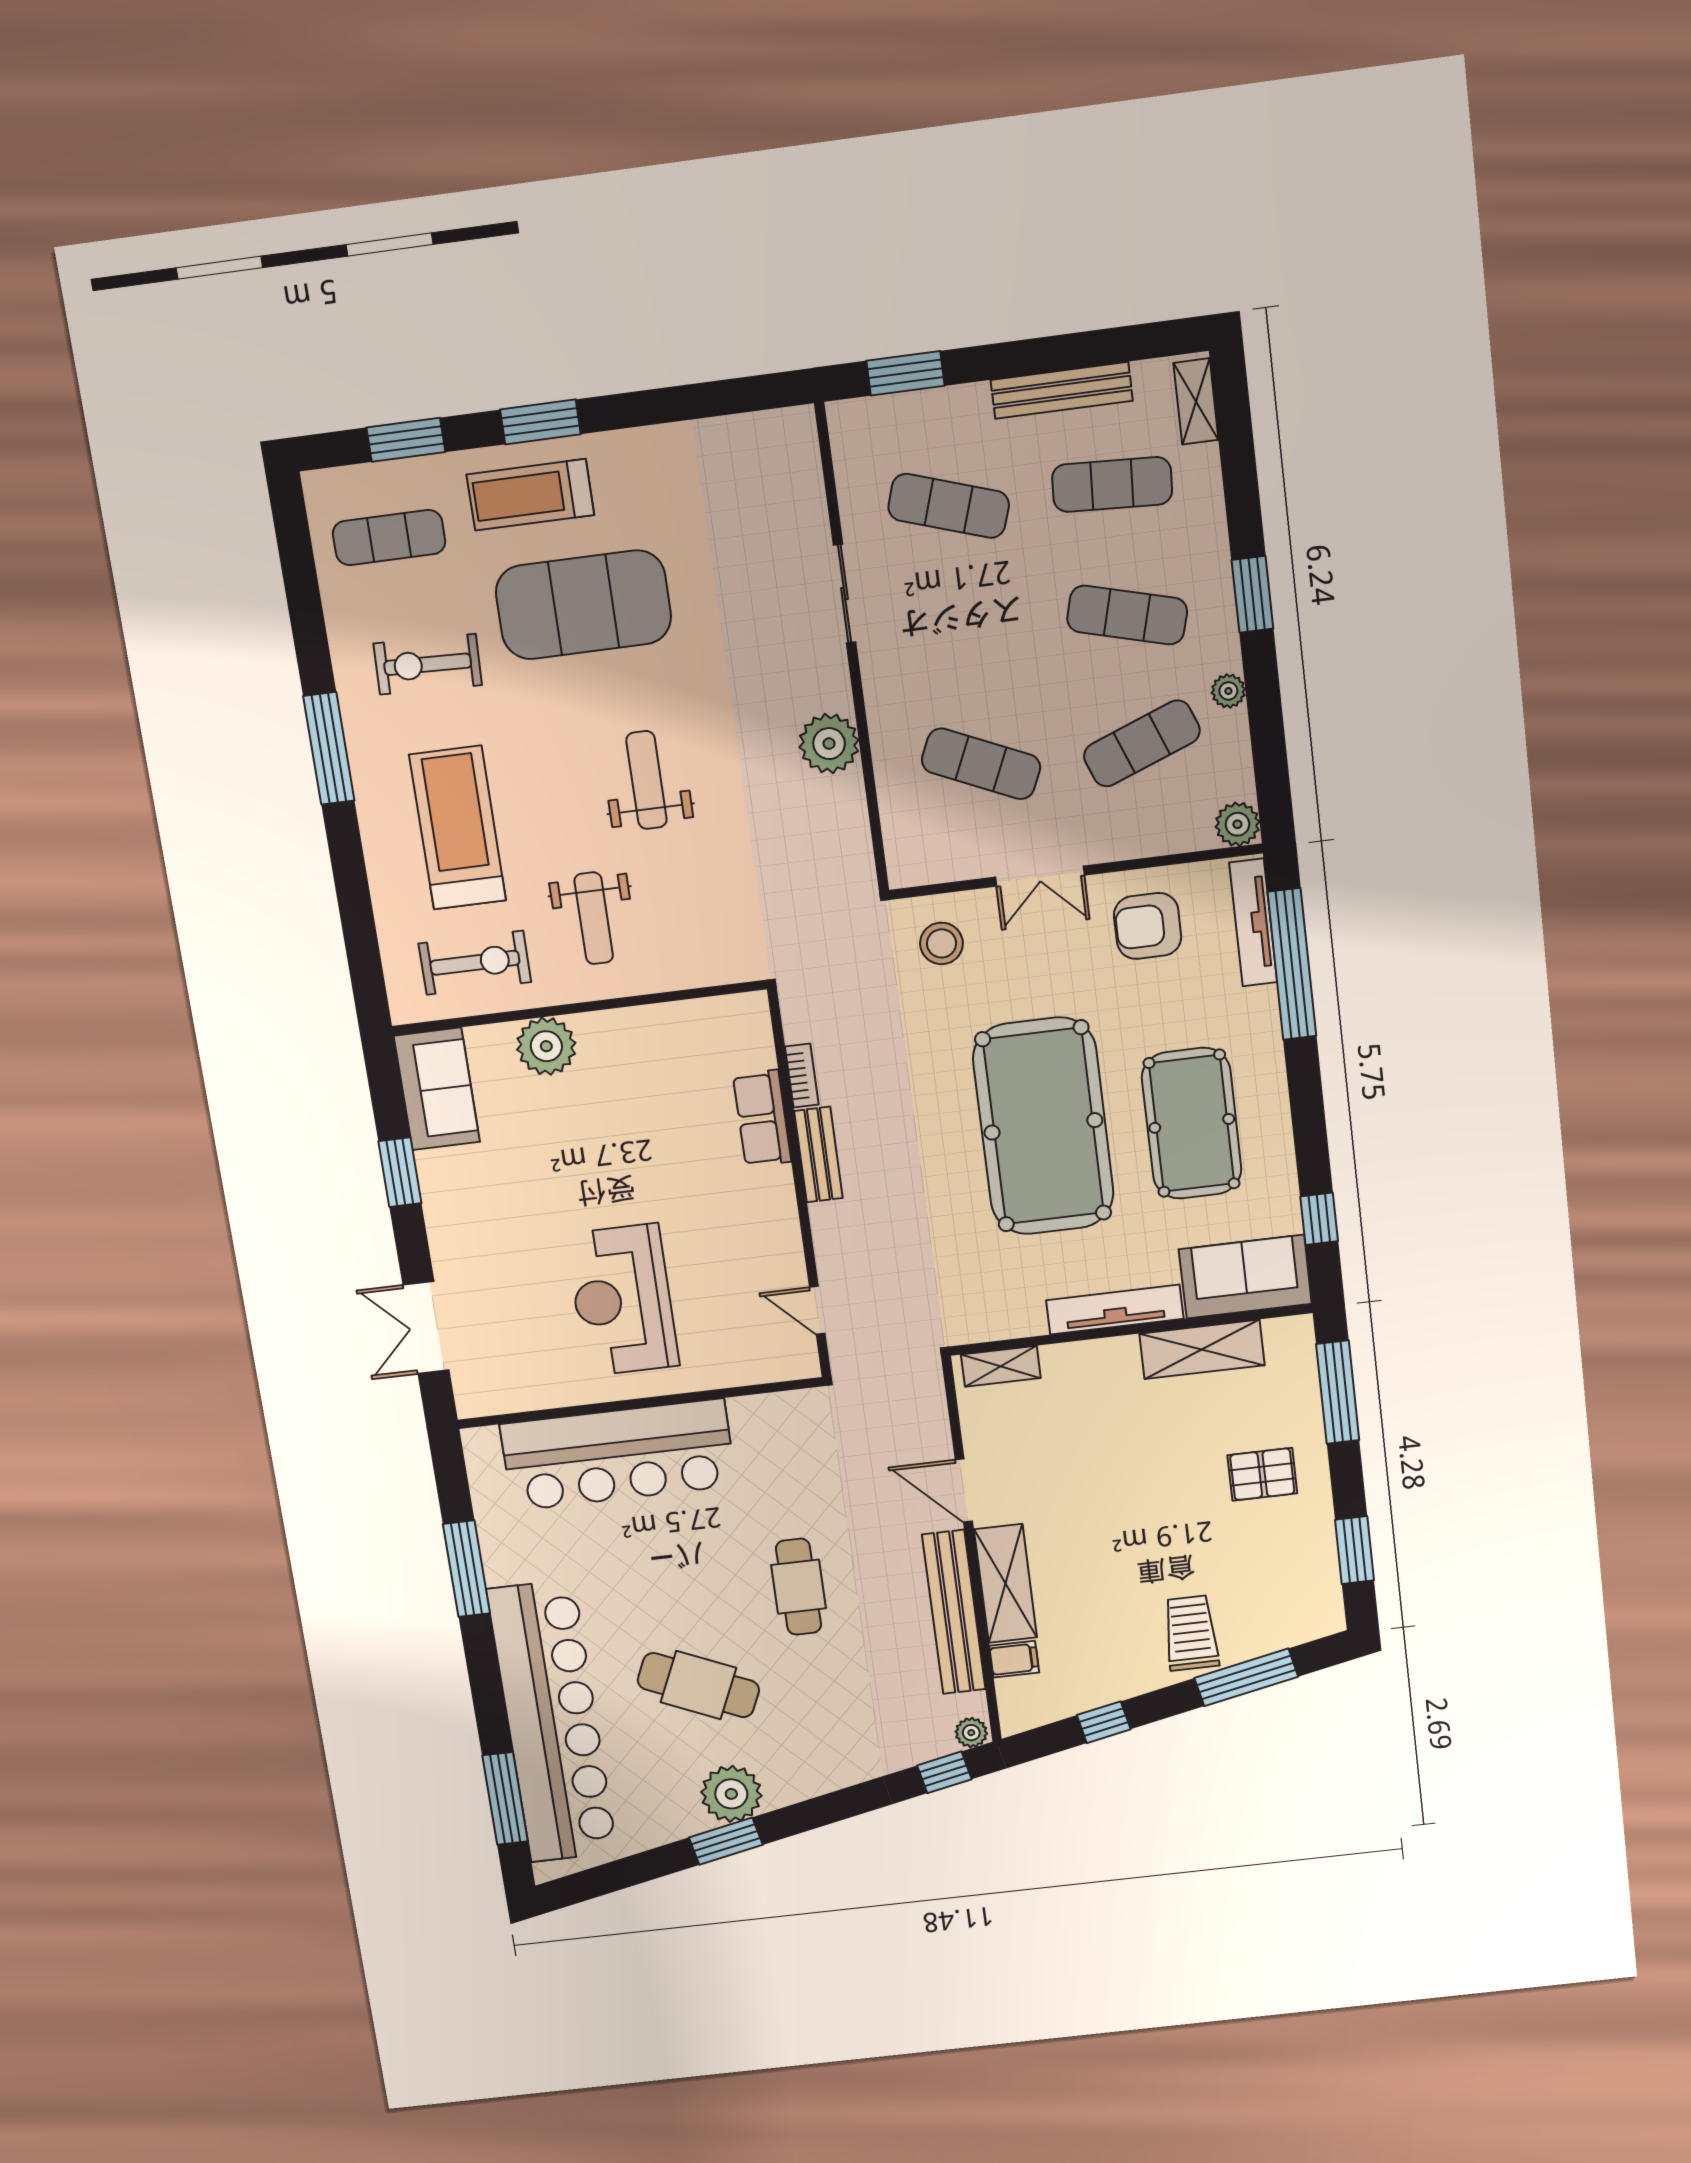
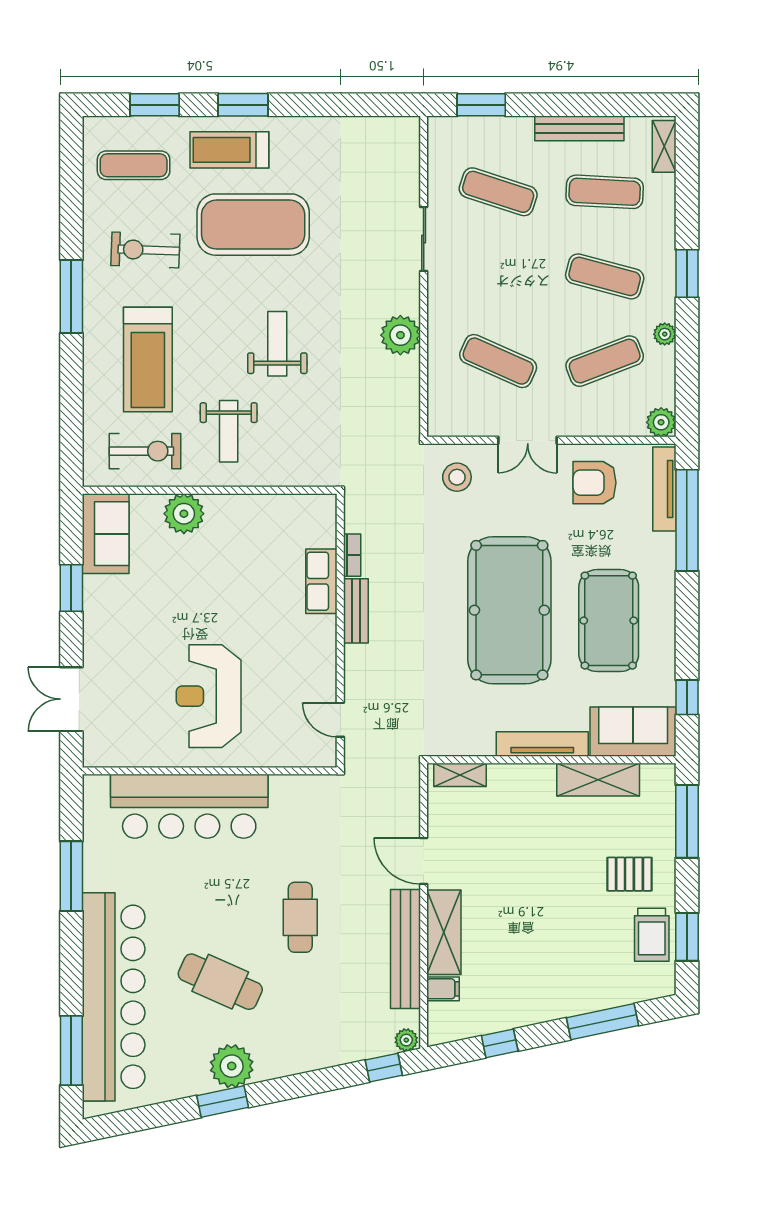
treadmill: (458, 828) -> (148, 360), turned 180
trolley: (1191, 1633) -> (652, 935), moved, turned 180

